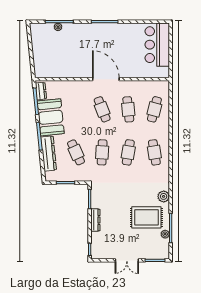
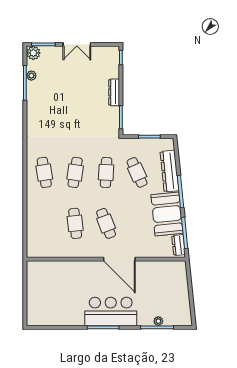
bar counter: (157, 45) -> (111, 311), moved, turned -90
door: (106, 79) -> (119, 259), moved
cafe table: (154, 109) -> (44, 223), removed
plant: (164, 196) -> (33, 53), moved
rug: (146, 217) -> (54, 96), removed
double door: (127, 260) -> (77, 44), swing flipped

